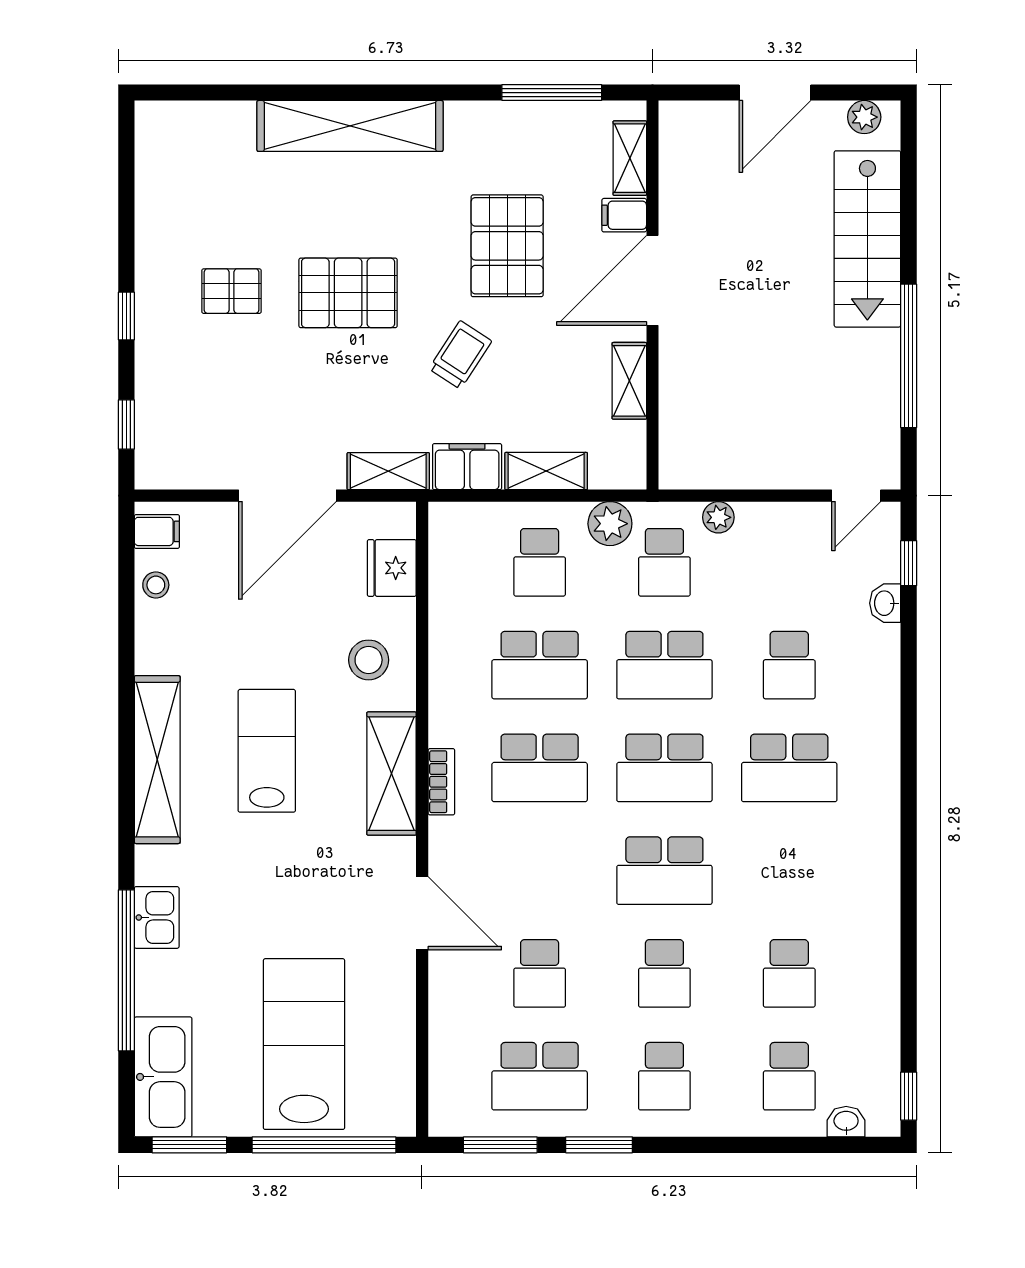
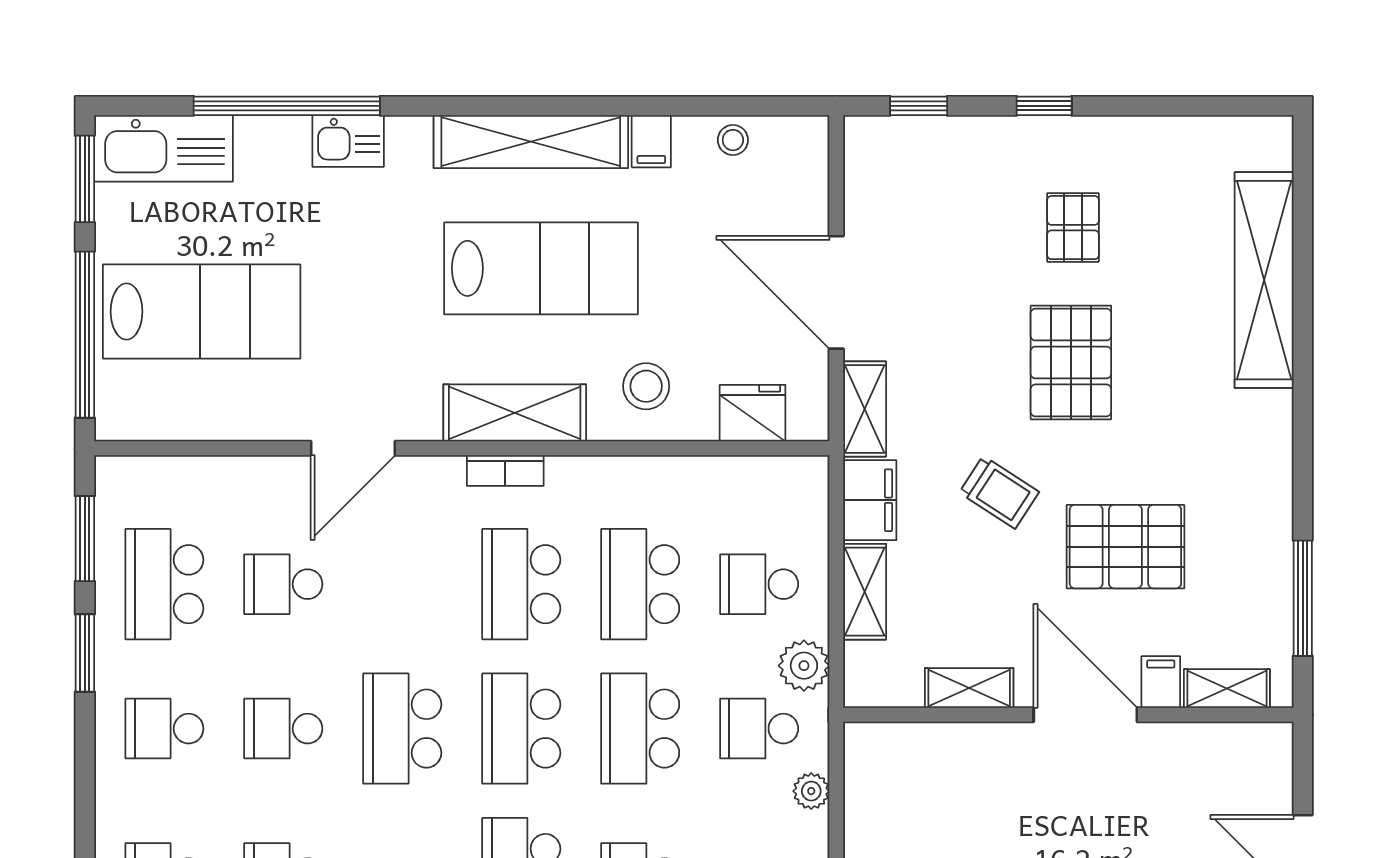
shelving: (350, 126) -> (1264, 280), moved
filing cabinet: (157, 531) -> (651, 141), moved
lab bench: (267, 751) -> (541, 268), width x1.36, depth x1.39

